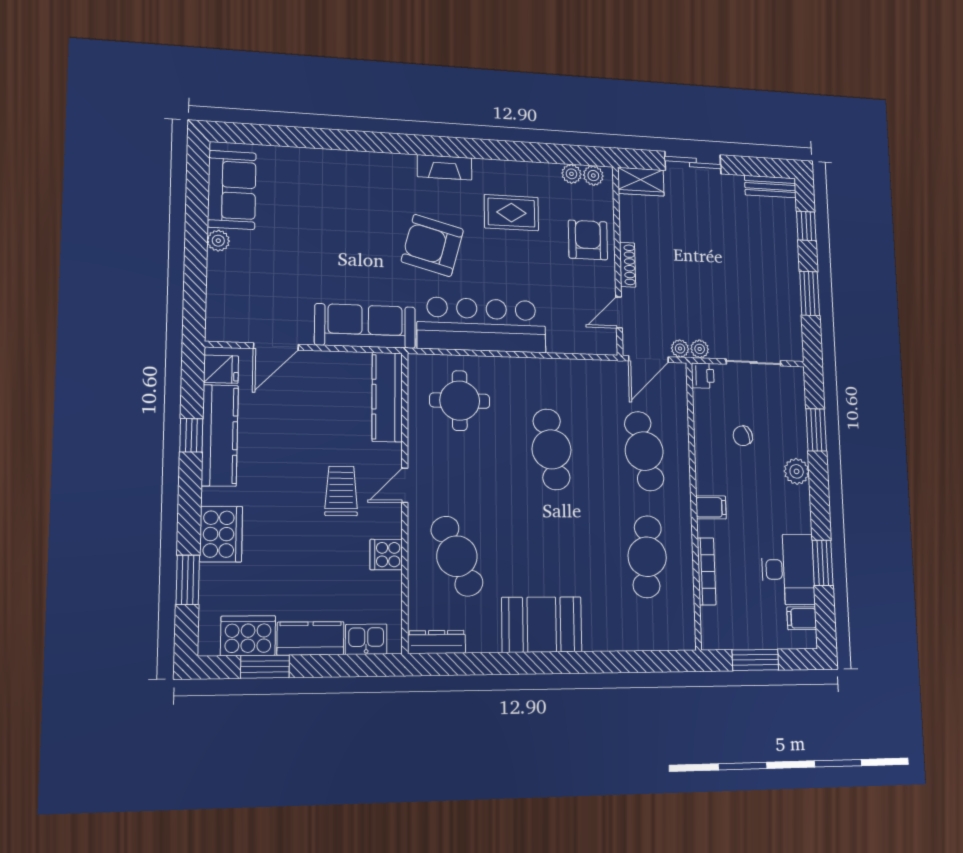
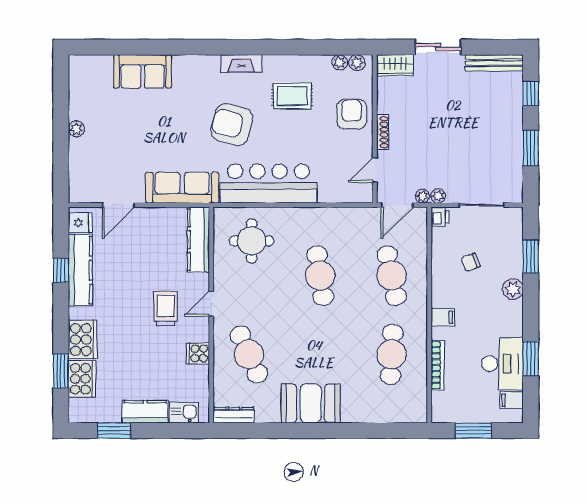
bench: (770, 187) -> (494, 63), width x1.36
sofa: (232, 190) -> (143, 71), moved, turned 90
cooker: (248, 636) -> (82, 379), moved, turned 90

